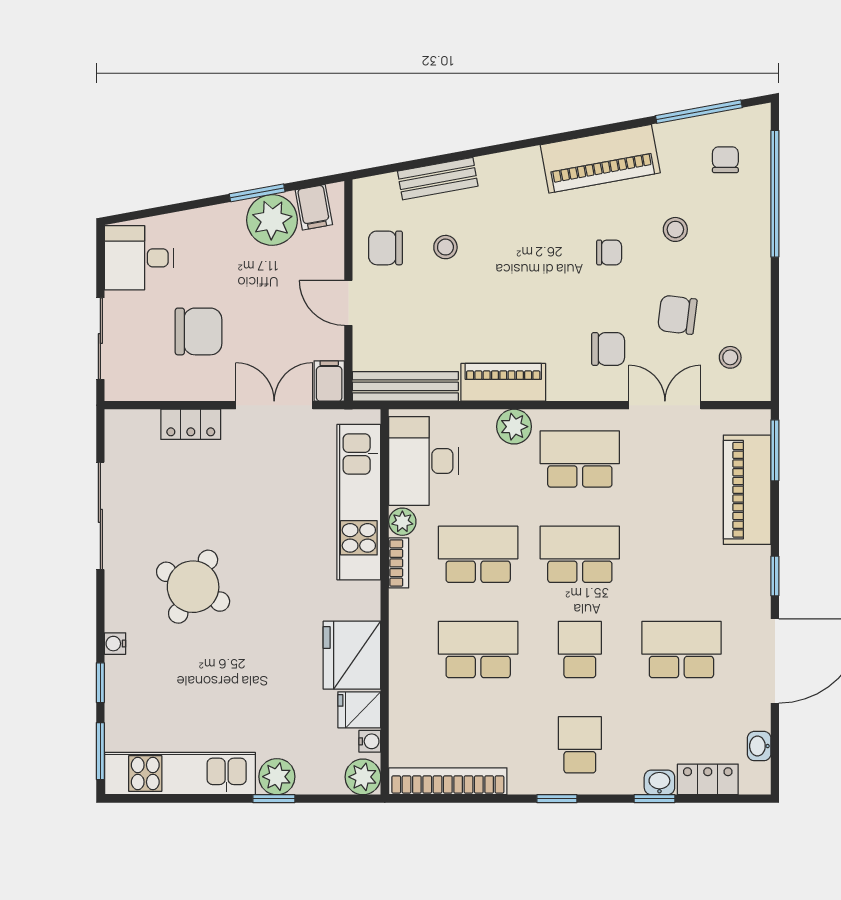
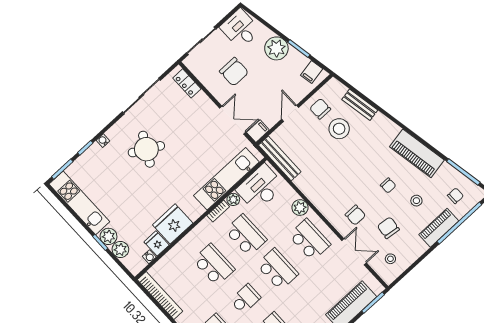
plant: (272, 220) -> (276, 48), moved
stool: (445, 247) -> (339, 129), width x1.89, depth x1.89
piano: (503, 382) -> (439, 228), moved, turned -90
locker: (191, 424) -> (187, 83), moved
plant: (363, 777) -> (120, 249), moved

